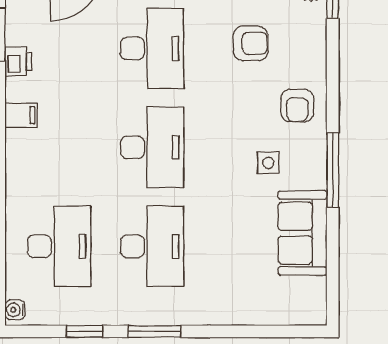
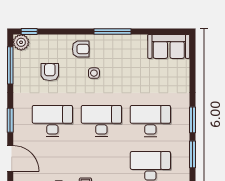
side table: (268, 163) -> (94, 73), moved
sofa: (303, 233) -> (169, 46), moved
window: (85, 331) -> (193, 154), width x1.50

